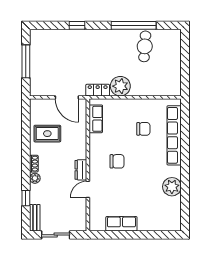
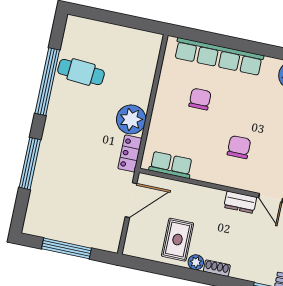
window: (77, 25) -> (30, 164), width x2.17
plant: (35, 178) -> (196, 262), moved

